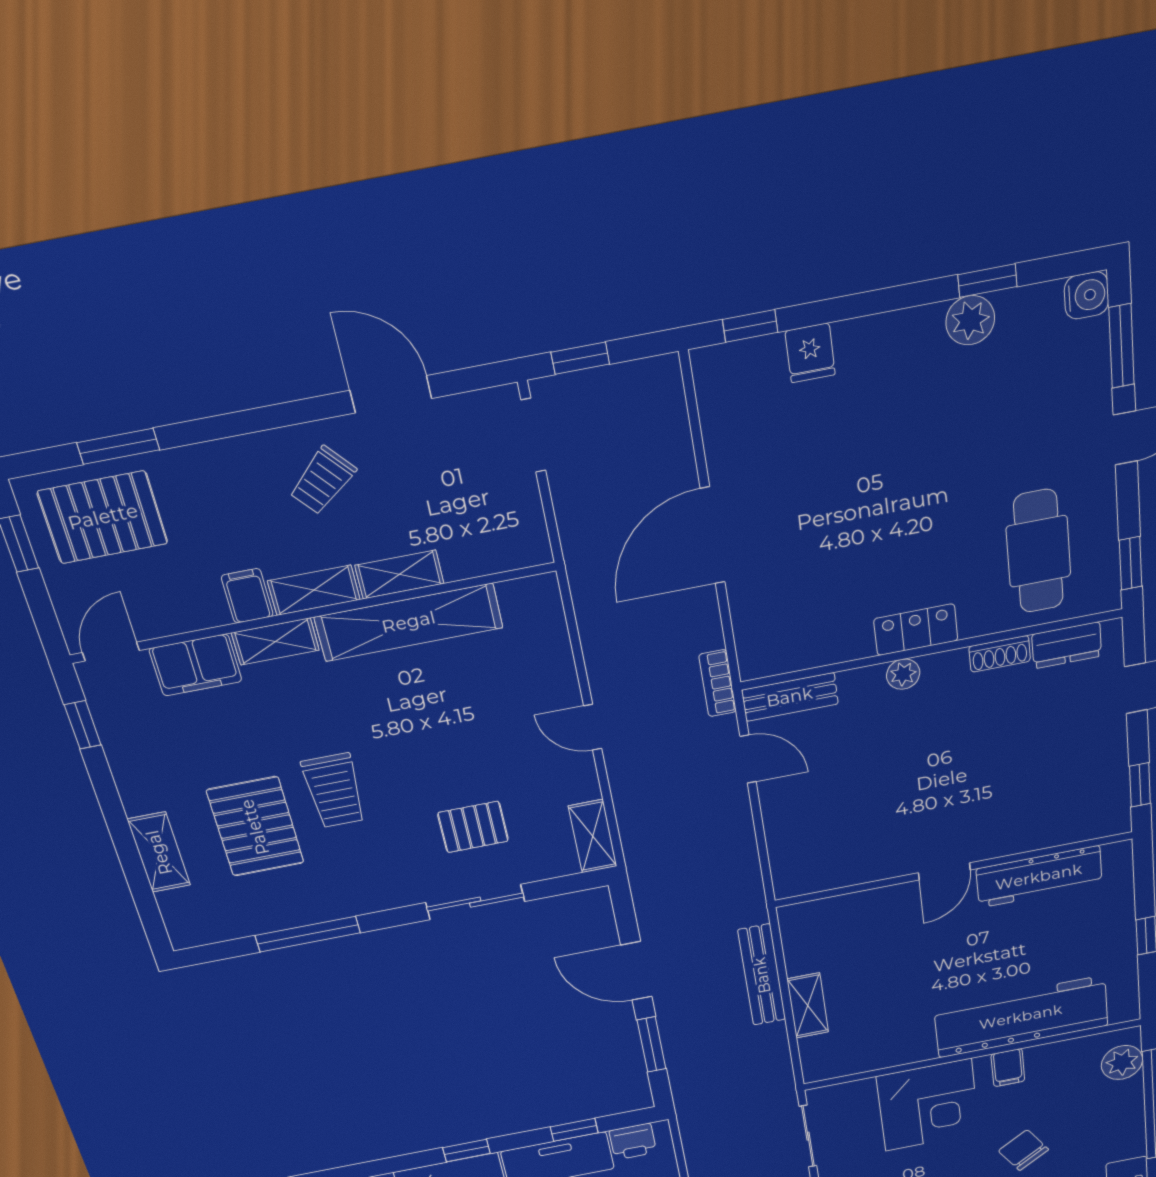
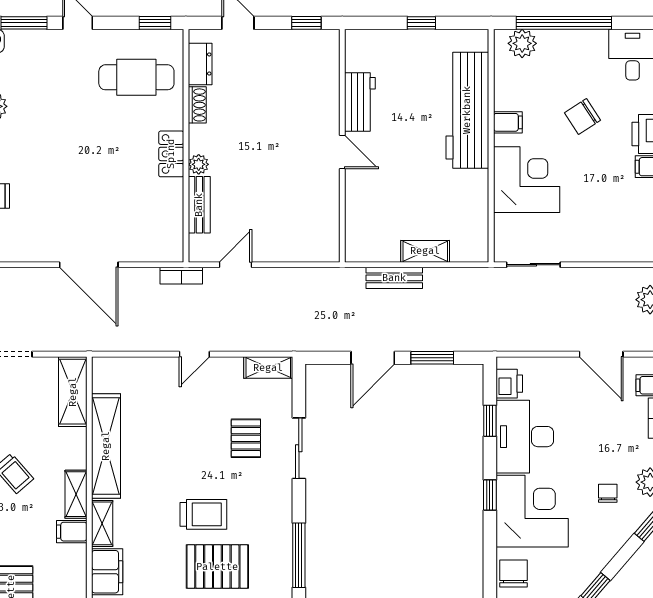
shelving: (399, 574) -> (73, 392), moved, width x1.50, depth x1.33
bench: (790, 697) -> (199, 205), moved
workbench: (1039, 877) -> (360, 102), width x0.73
bench: (762, 975) -> (394, 278), width x0.73

